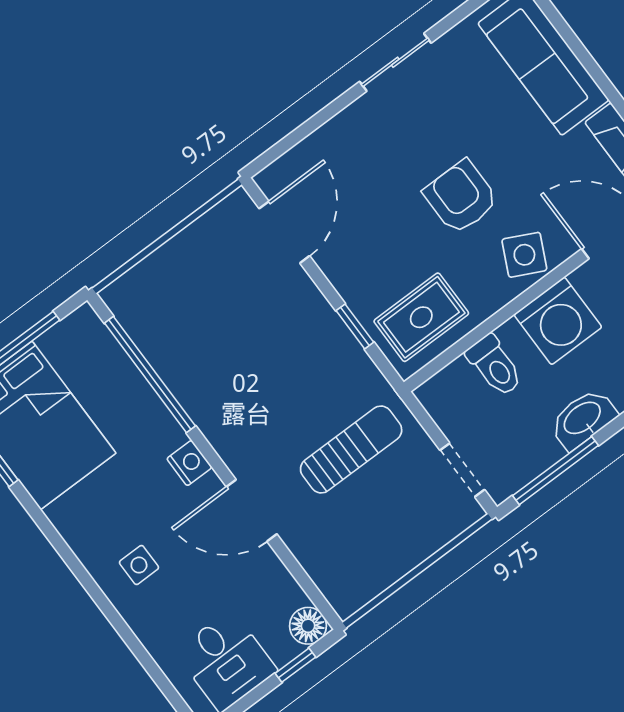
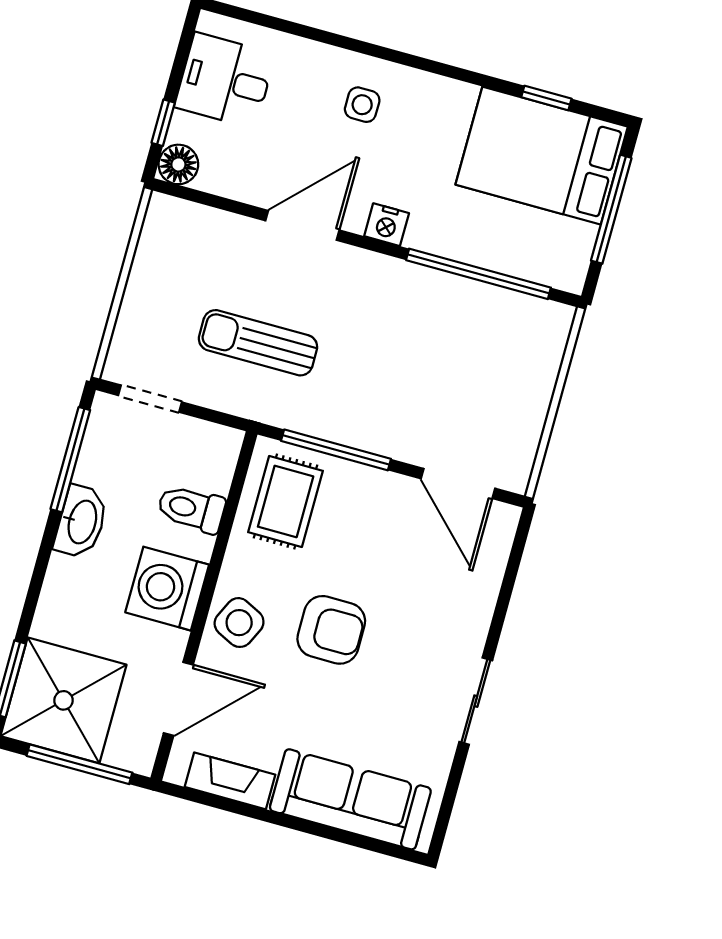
window: (355, 326) -> (336, 450), width x2.17
sun lounger: (351, 449) -> (258, 343), turned 90

